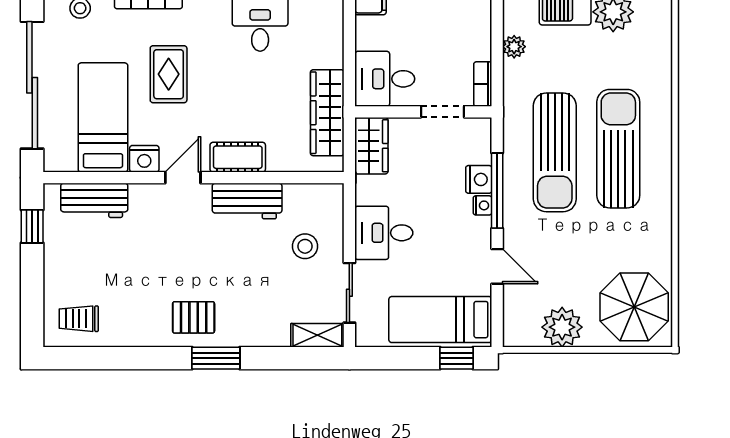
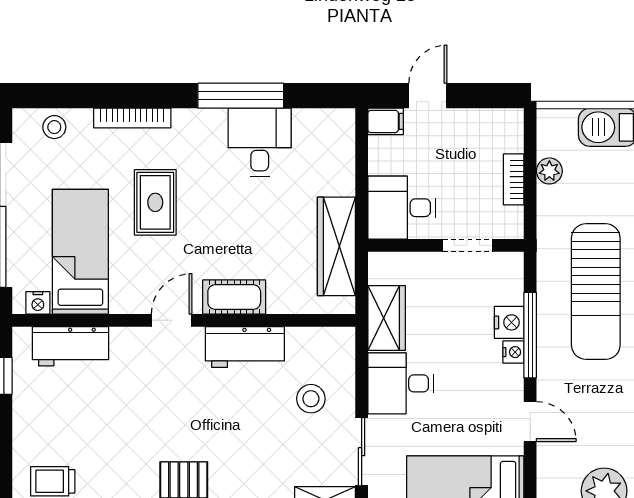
bookcase: (483, 84) -> (514, 179), moved
wardrobe: (371, 146) -> (387, 318), moved
nightstand: (144, 159) -> (38, 303), moved, width x0.72, depth x0.74

